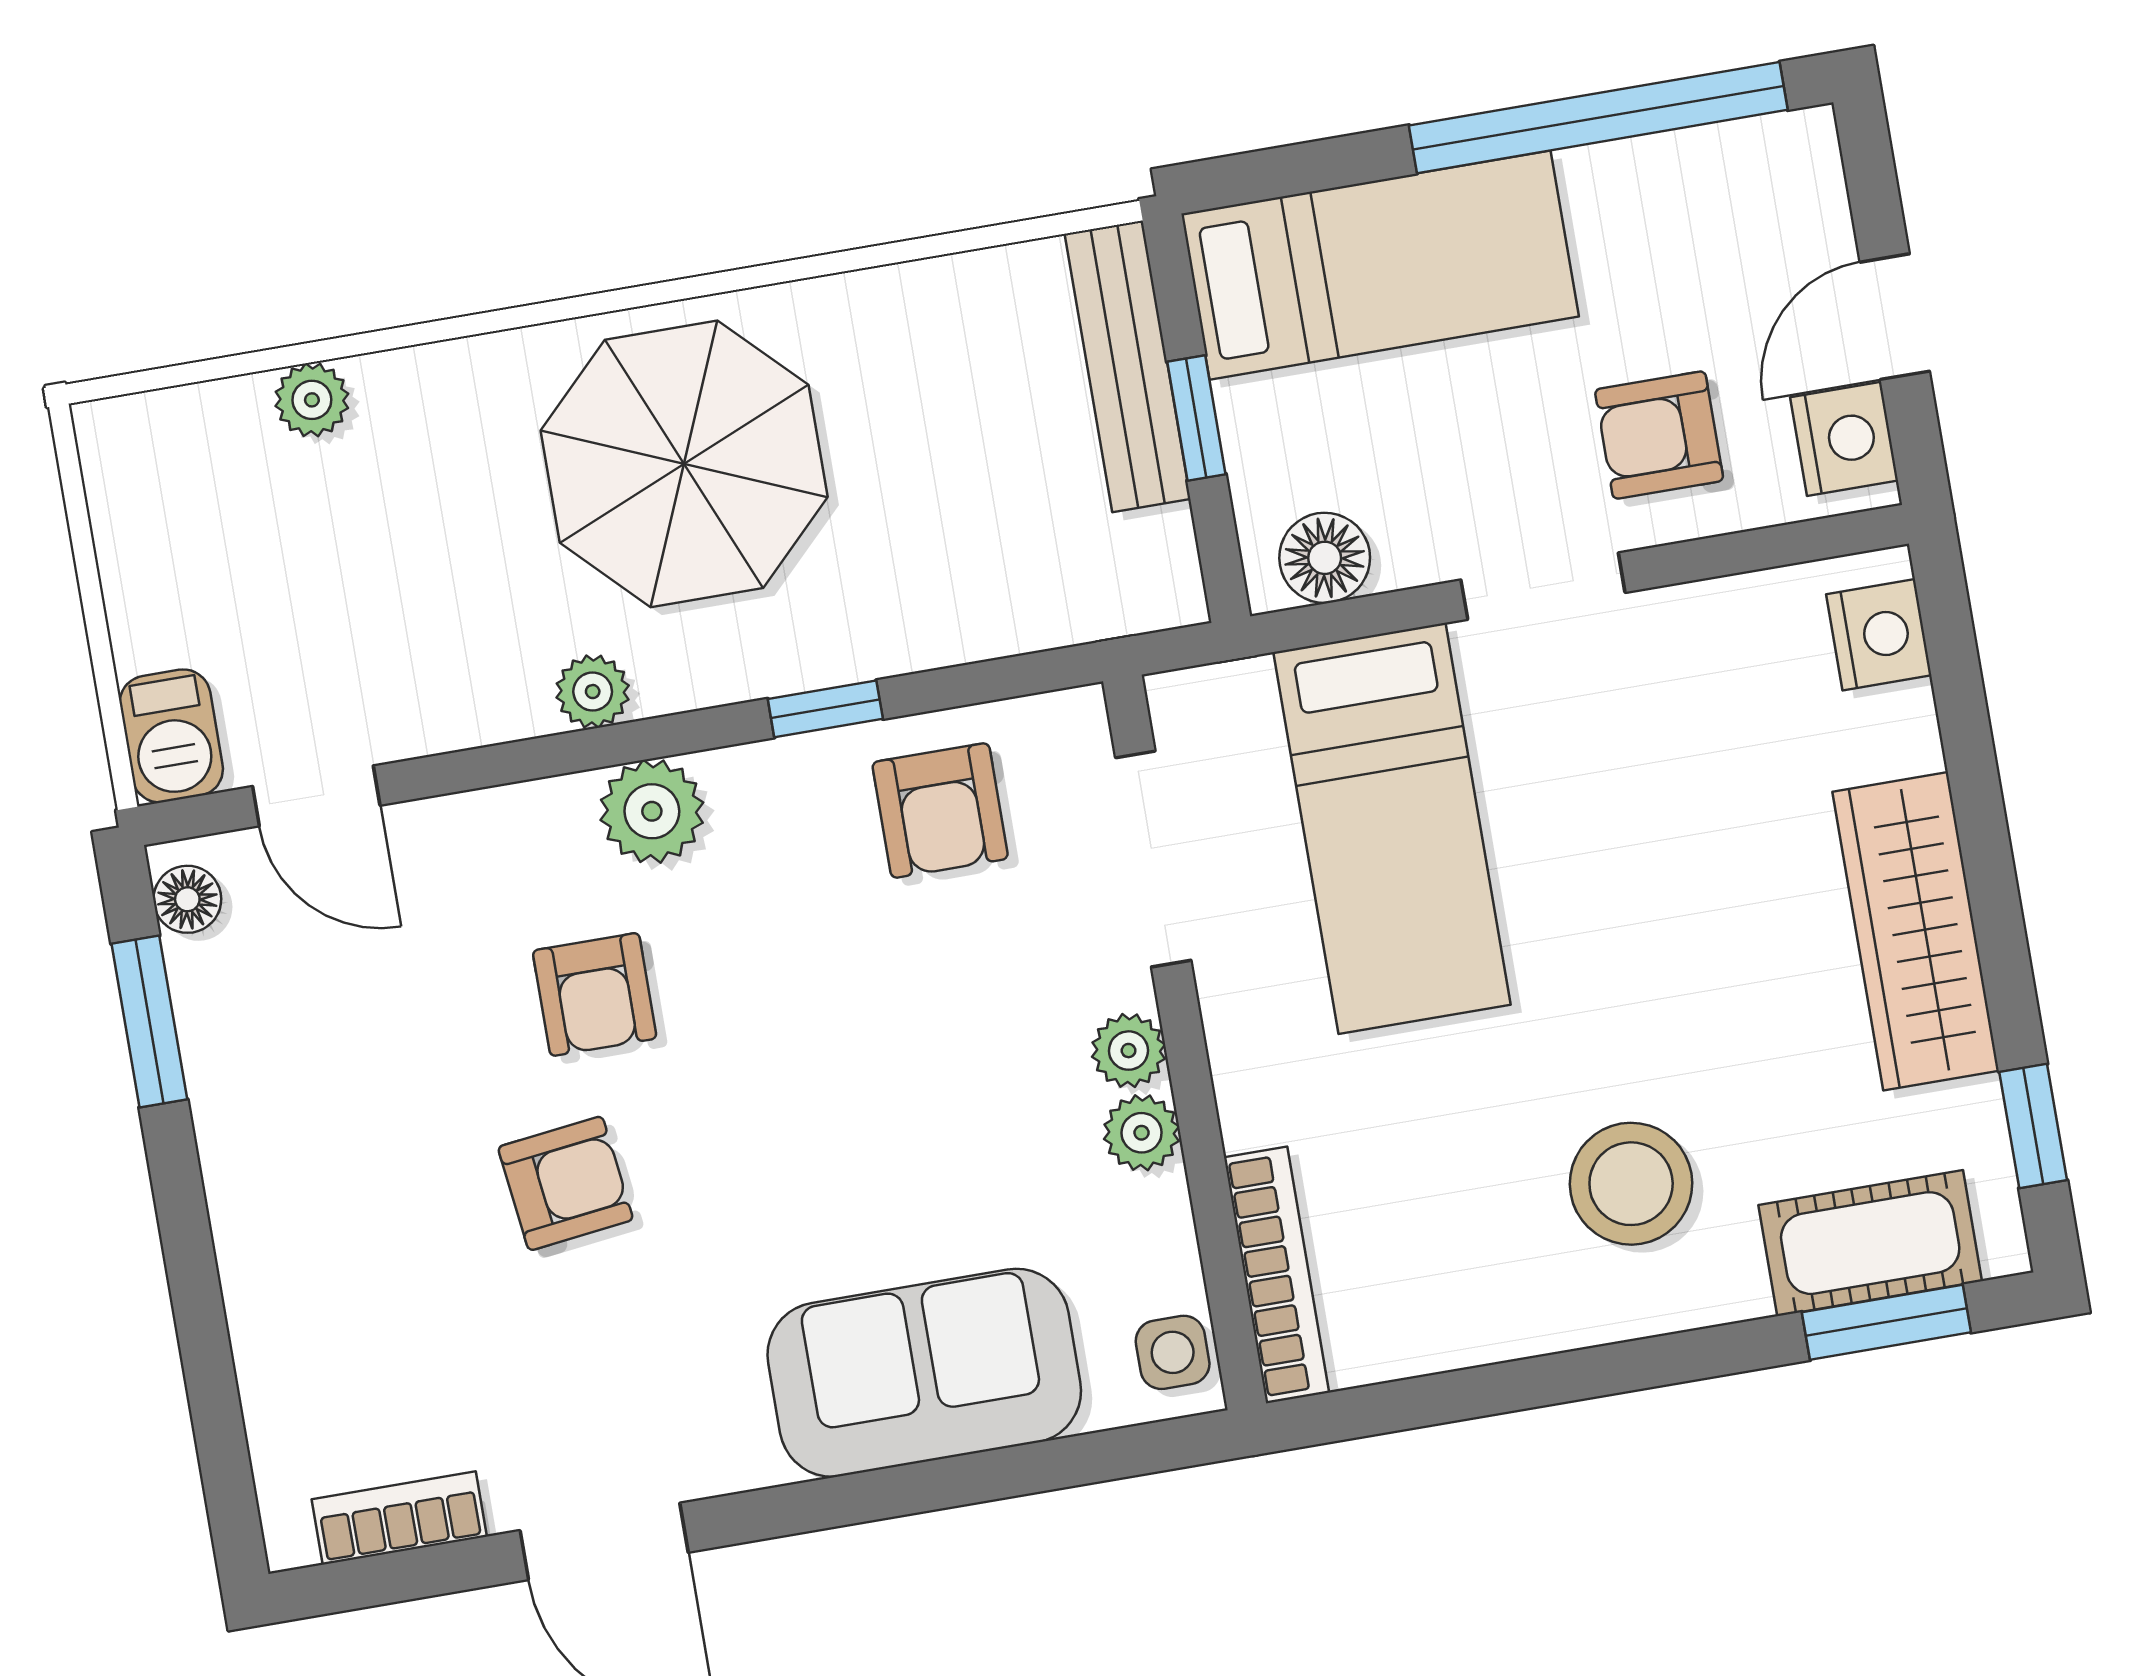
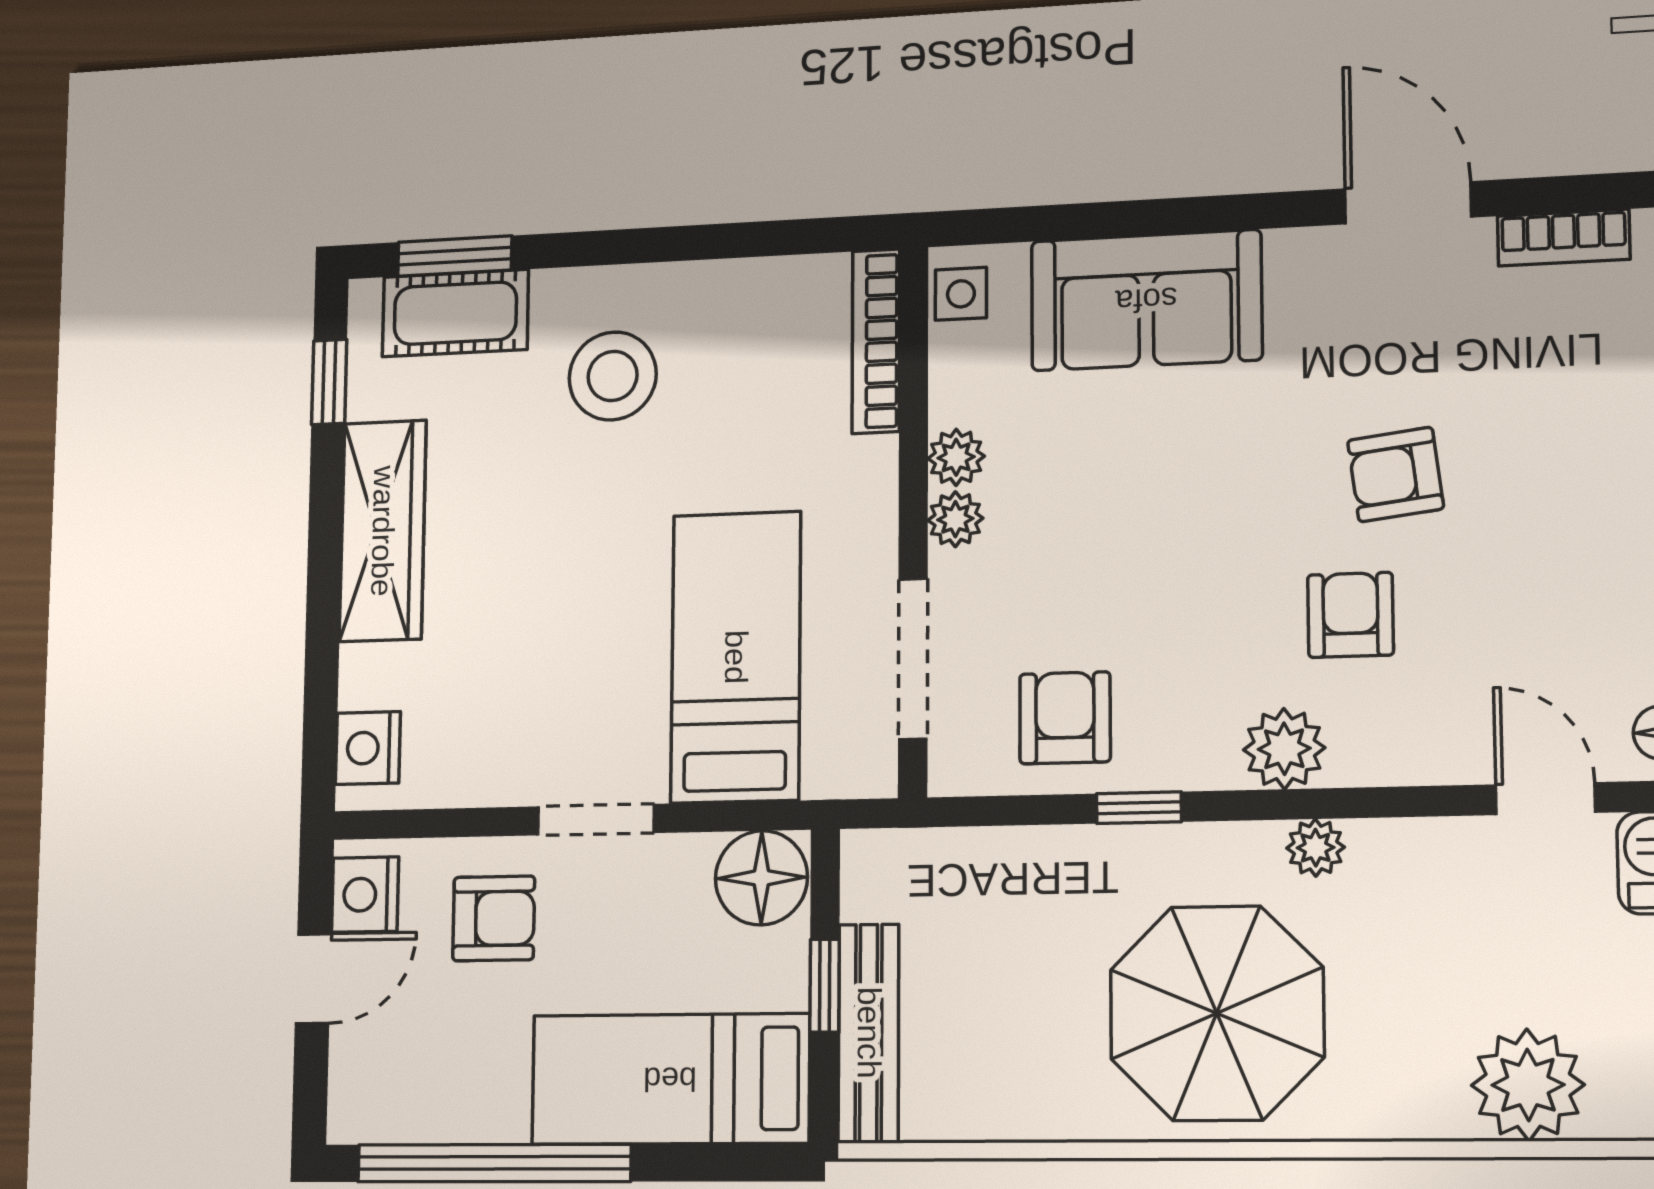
plant: (312, 400) -> (1528, 1085), width x1.88, depth x1.88
floor lamp: (1325, 558) -> (761, 878), width x1.38, depth x1.38

